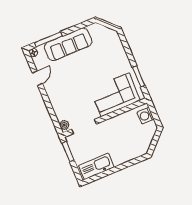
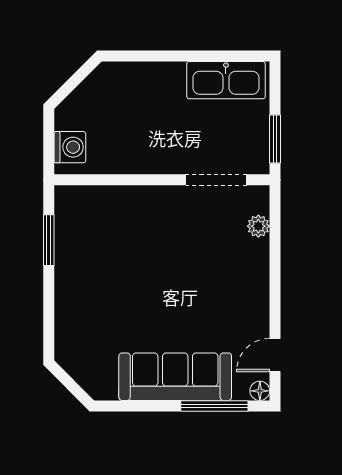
door: (37, 78) -> (275, 355), moved
corner sofa: (115, 95) -> (118, 221), removed
plant: (64, 125) -> (258, 226), moved

